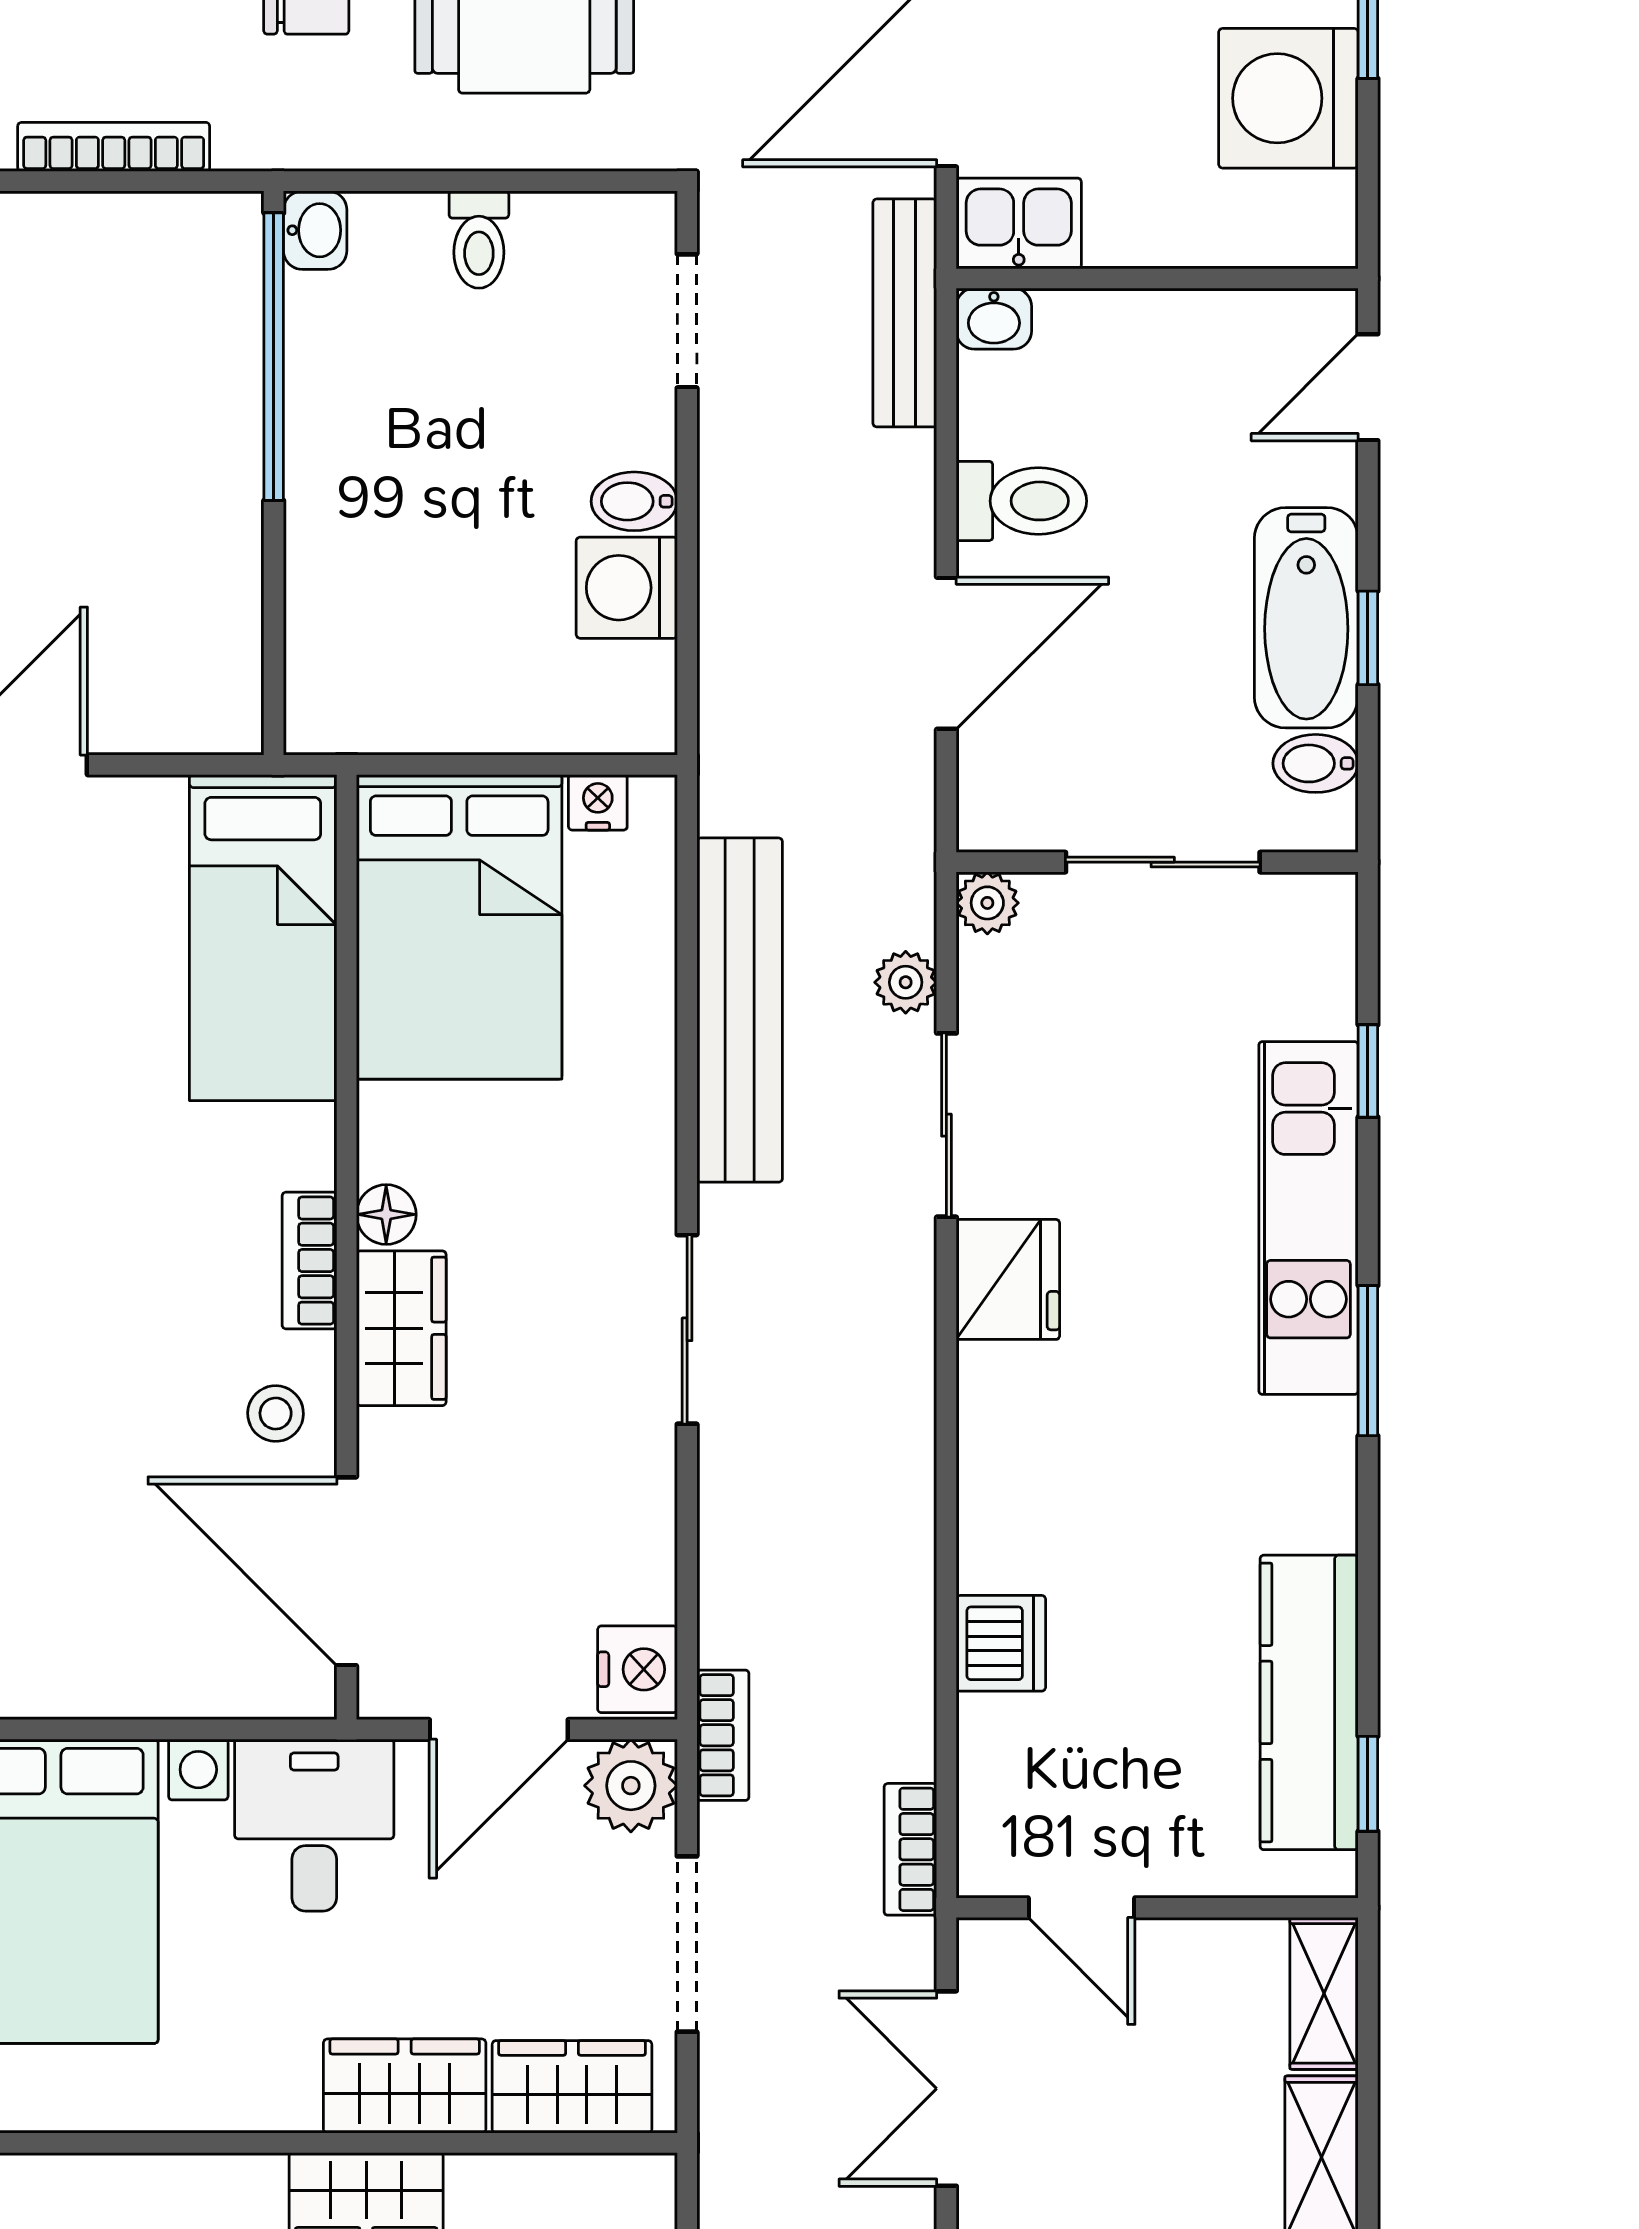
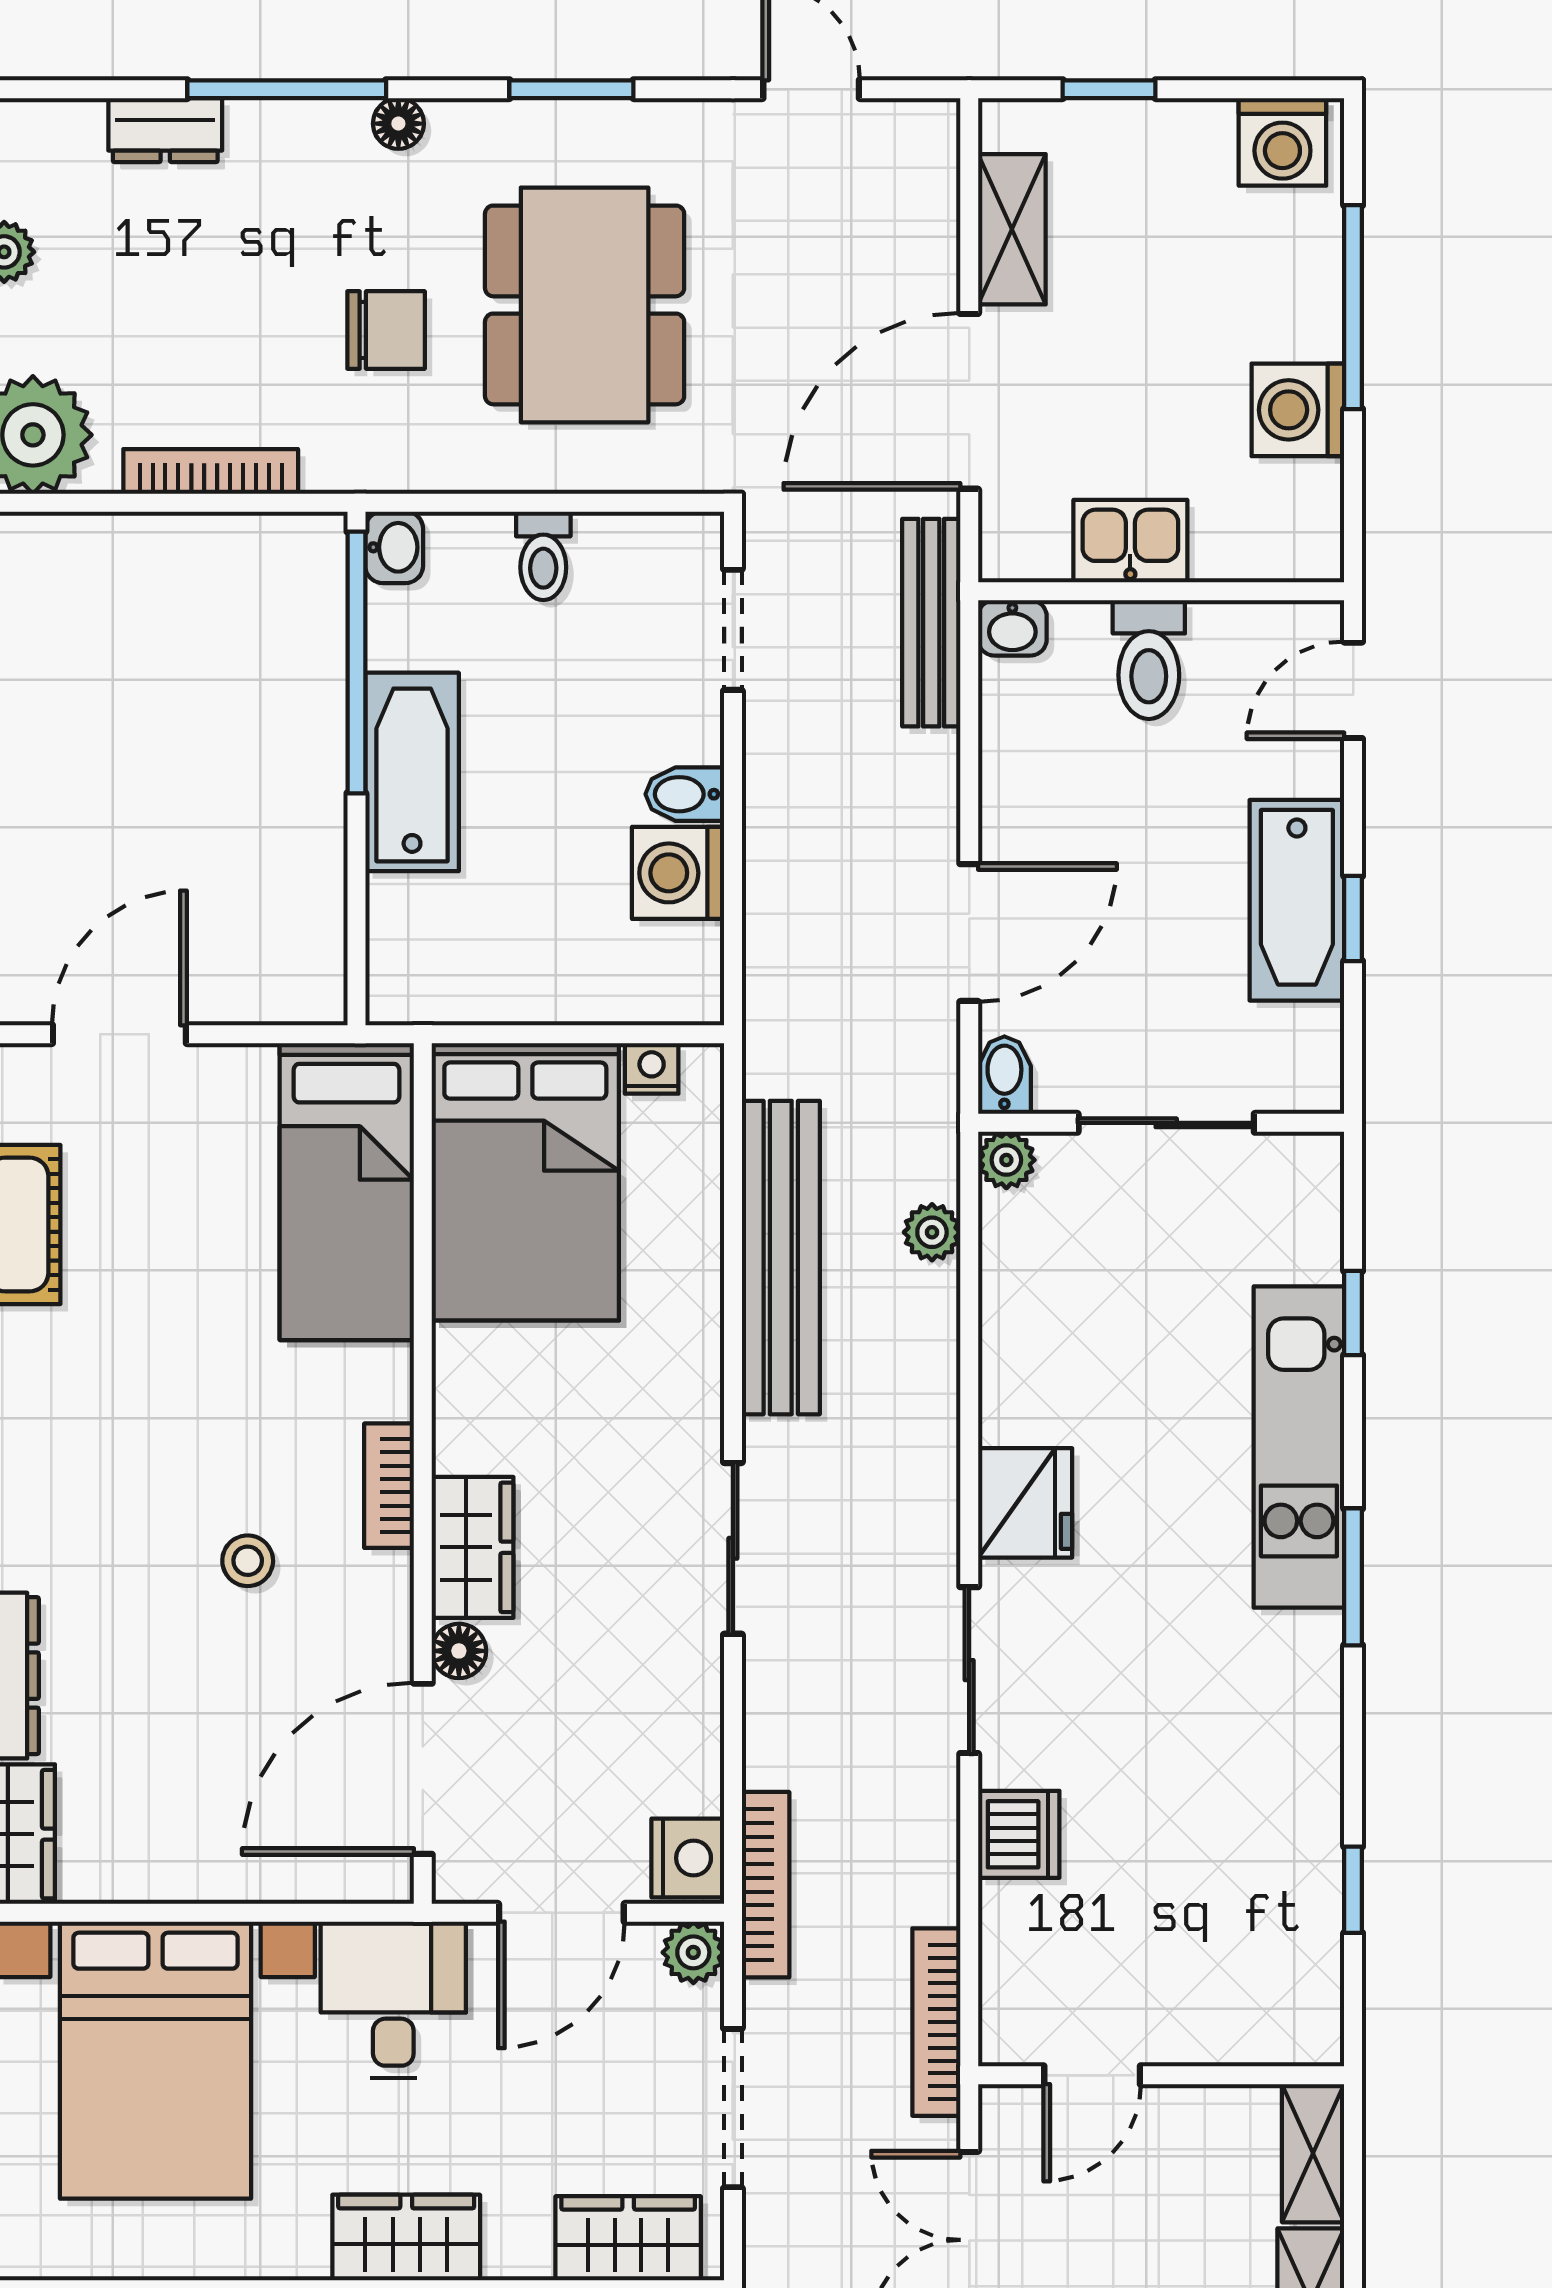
washing machine: (1288, 98) -> (1298, 410), width x0.73, depth x0.73
kitchen sink: (1019, 223) -> (1130, 541), moved
bathtub: (335, 477) -> (412, 772), added
toilet: (1021, 501) -> (1149, 660), moved, turned 90
bidet: (1316, 763) -> (1004, 1075), moved, turned 90
sliding door: (946, 1125) -> (969, 1670), moved
floor lamp: (386, 1214) -> (459, 1651), moved
stool: (276, 1414) -> (248, 1561), moved
door: (347, 1571) -> (423, 1769), hinge flipped
kitchen counter: (1309, 1702) -> (1300, 1888), removed
bookcase: (723, 1735) -> (766, 1885), width x1.56
window: (1368, 1784) -> (1353, 1890), moved
plant: (631, 1786) -> (693, 1952), width x0.73, depth x0.73
bookcase: (910, 1849) -> (936, 2022), width x1.56
door: (1081, 1908) -> (1092, 2075), hinge flipped
wardrobe: (405, 2086) -> (406, 2238), moved

